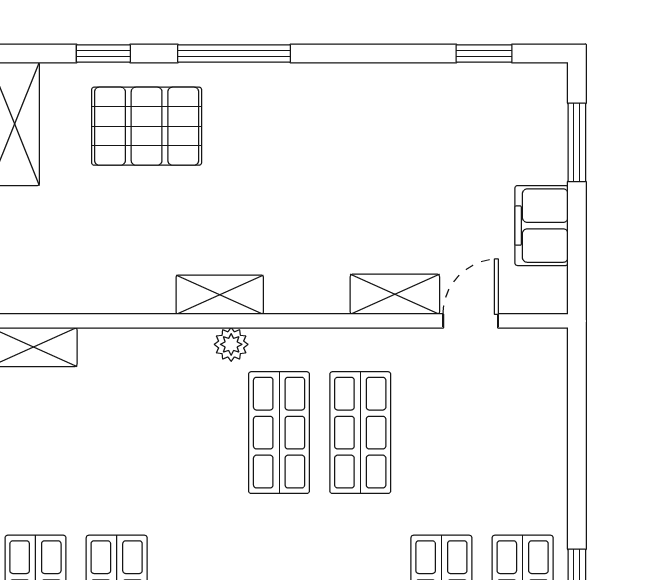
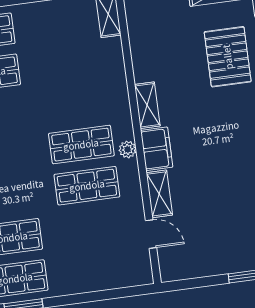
filing cabinet: (542, 226) -> (157, 149), moved, turned 90
plant: (231, 344) -> (128, 149), moved

